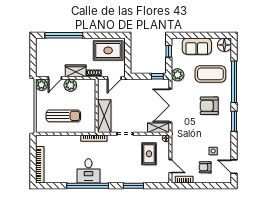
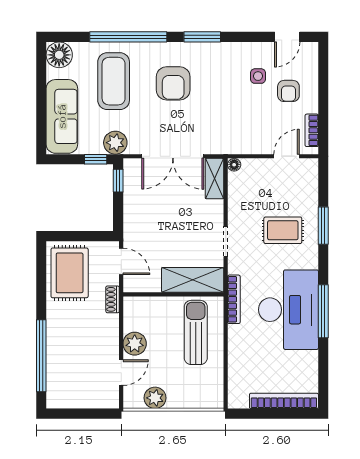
sofa: (197, 46) -> (62, 116), width x1.36
window: (169, 51) -> (96, 159), moved
wardrobe: (76, 71) -> (108, 334), removed
door: (55, 78) -> (121, 373), hinge flipped
plant: (41, 85) -> (155, 398), moved
sun lounger: (63, 116) -> (196, 332), moved
rug: (149, 154) -> (283, 230), moved
desk: (88, 171) -> (288, 310), width x1.87, depth x1.30
window: (88, 186) -> (323, 311), width x0.68

